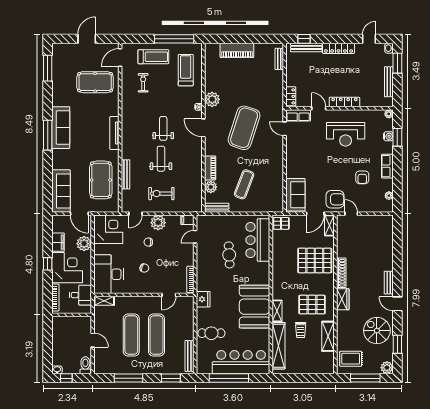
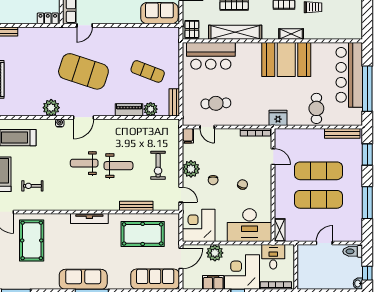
weight bench: (161, 159) -> (118, 166), turned 180
cafe table: (229, 255) -> (216, 103), moved
shelving: (279, 346) -> (235, 32), moved

